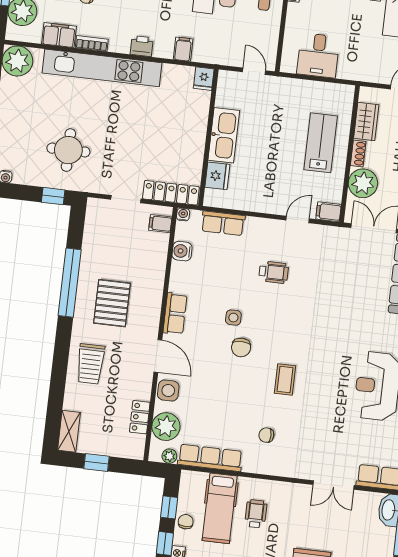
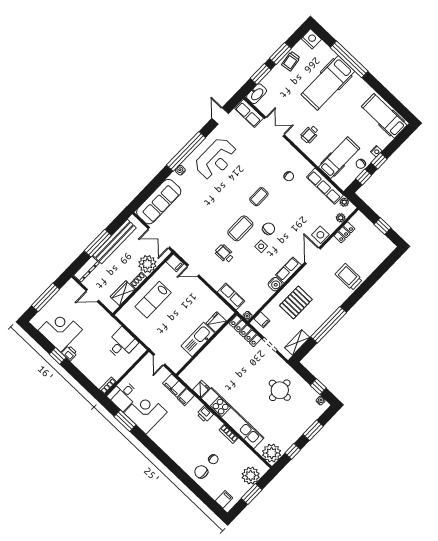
filing cabinet: (59, 35) -> (174, 386), moved
fridge: (204, 79) -> (201, 389), moved
window: (53, 196) -> (318, 387), moved
water cooler: (182, 251) -> (275, 284), moved
pallet: (112, 303) -> (296, 302), moved
coffee table: (278, 320) -> (240, 228), added
trolley: (90, 364) -> (349, 277), turned -90
plant: (166, 427) -> (341, 218), width x0.53, depth x0.53
shelving: (69, 431) -> (297, 343), moved
wheelchair: (256, 514) -> (310, 134), moved

